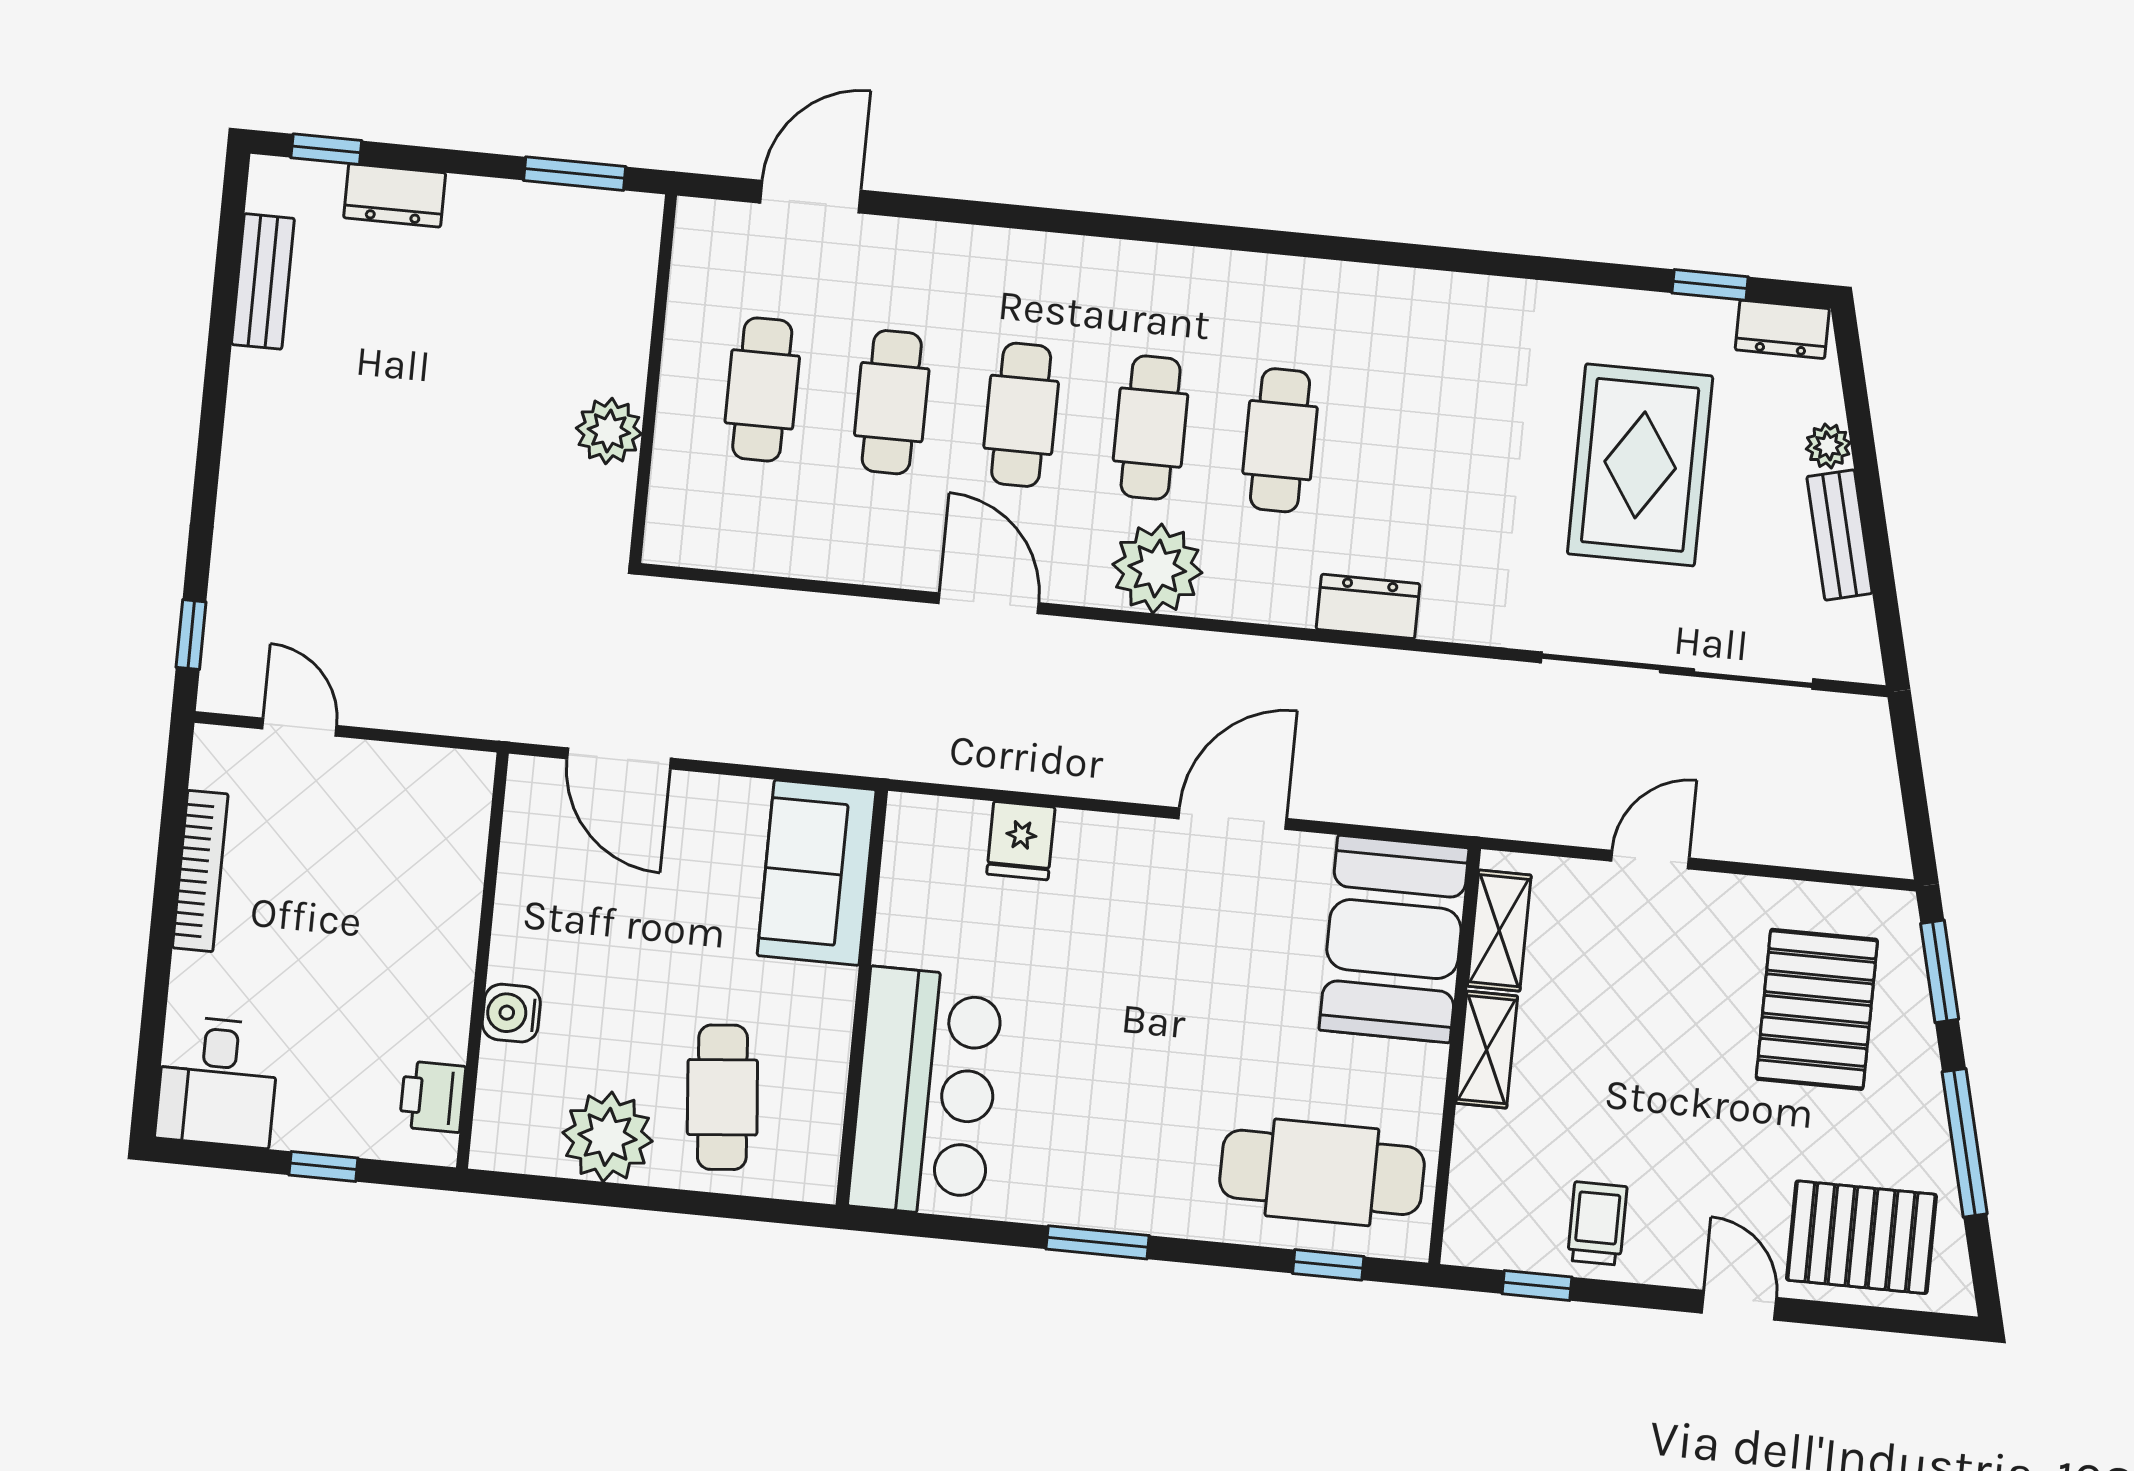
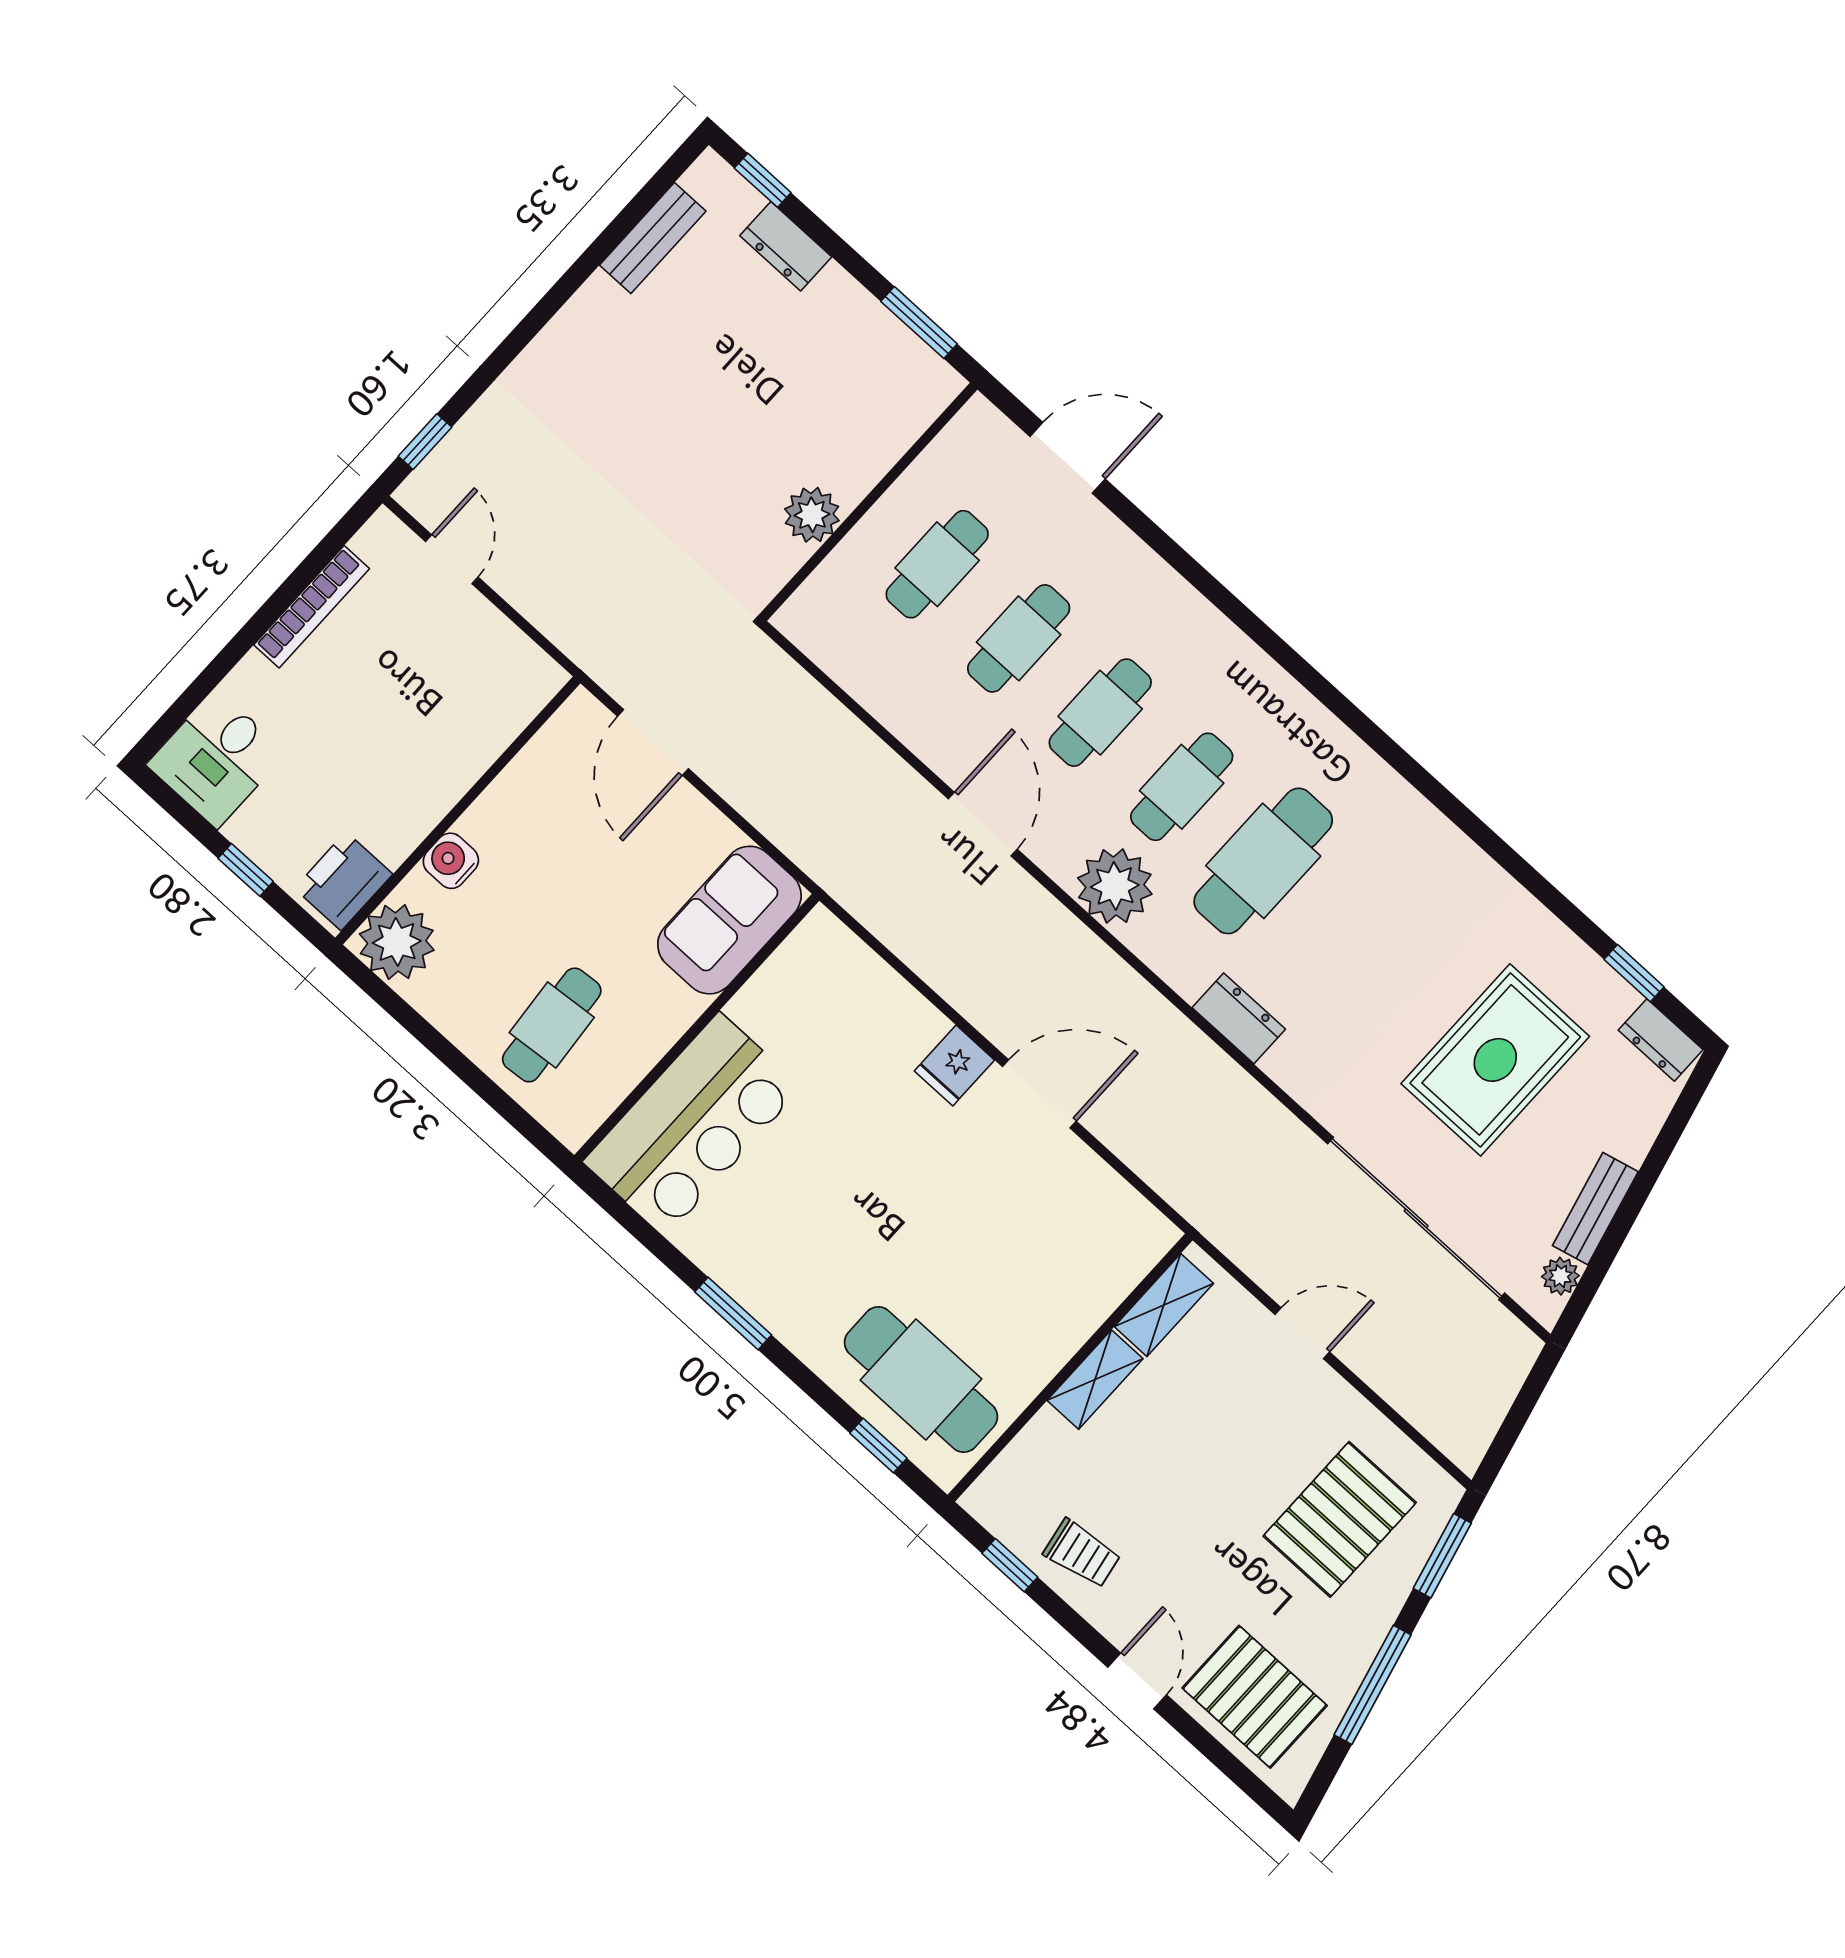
cafe table: (1280, 440) -> (1263, 861), width x1.37, depth x1.35
plant: (1828, 446) -> (1560, 1276), moved
fridge: (1021, 841) -> (954, 1065), moved
booth: (1394, 939) -> (1088, 1257), removed
printer: (433, 1097) -> (344, 881), width x1.36, depth x1.24
plant: (607, 1137) -> (397, 942), moved
trolley: (1597, 1223) -> (1082, 1554), turned 80

